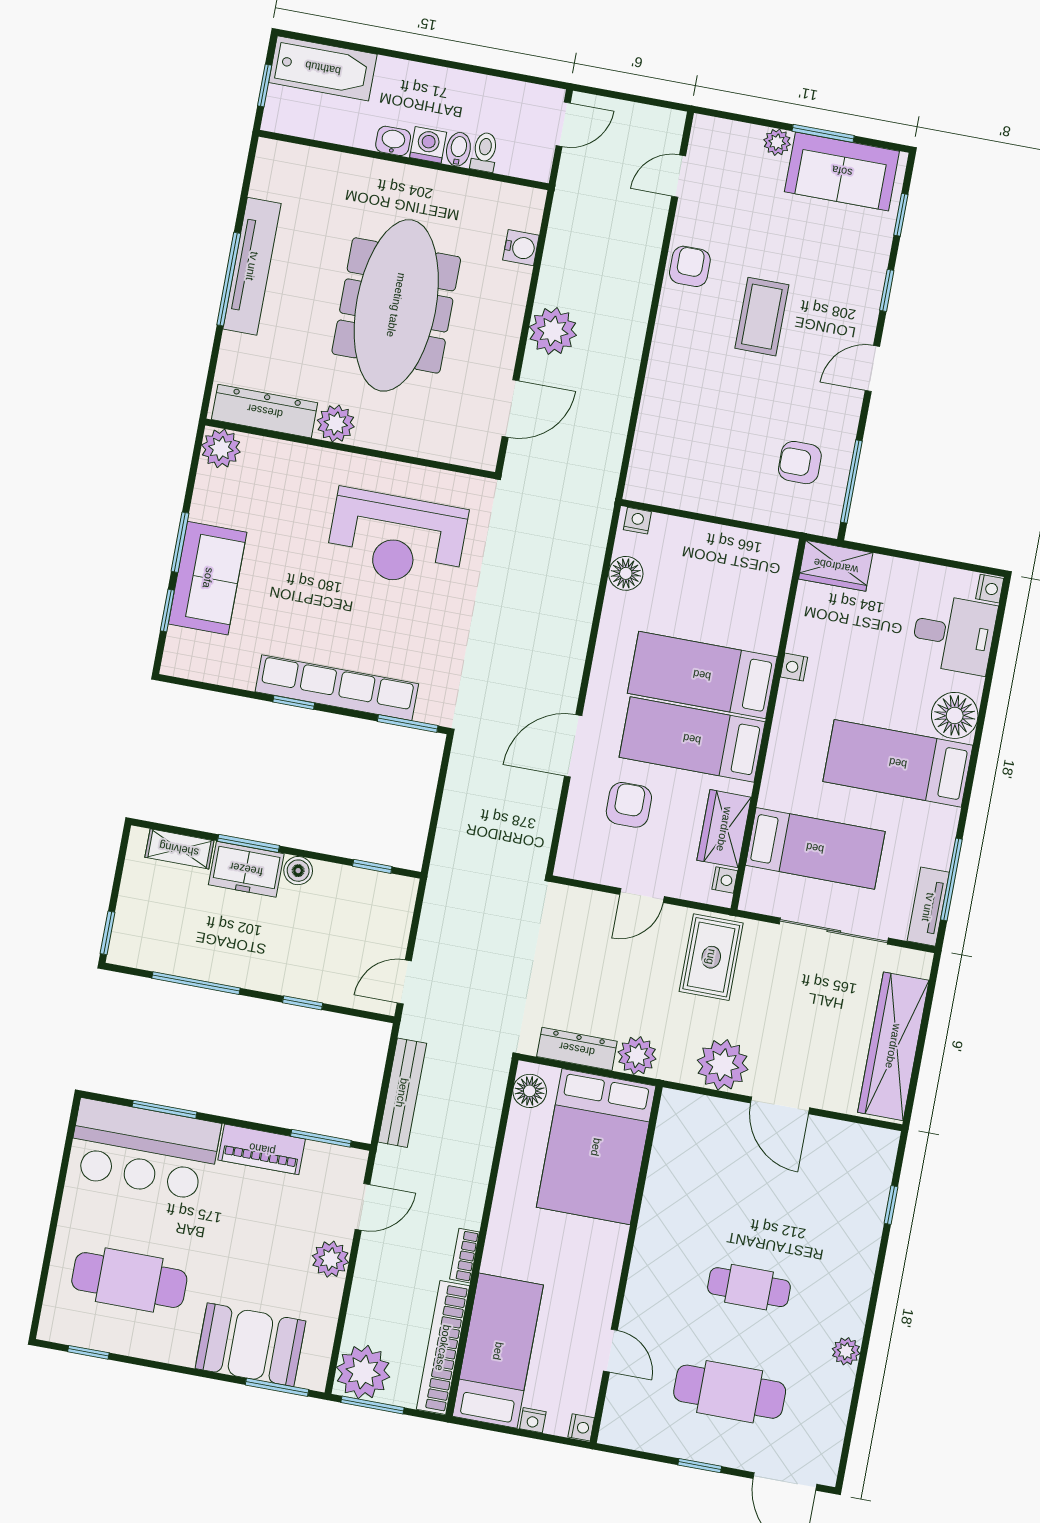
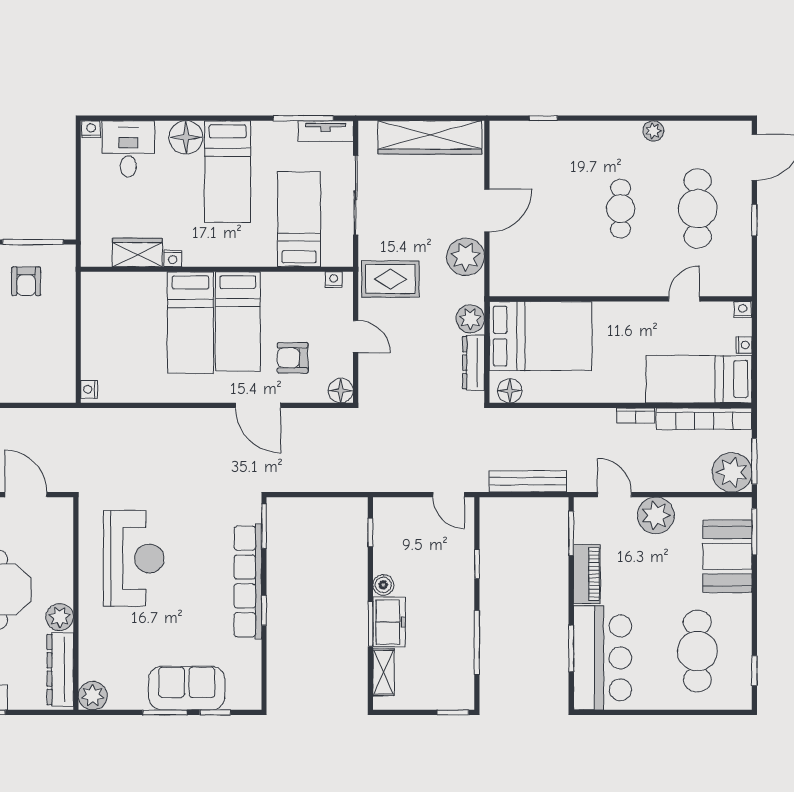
wardrobe: (836, 566) -> (137, 252), moved, turned -90
floor lamp: (626, 573) -> (341, 391), moved
wardrobe: (724, 829) -> (297, 287), removed
plant: (330, 1259) -> (656, 515), width x1.36, depth x1.36

